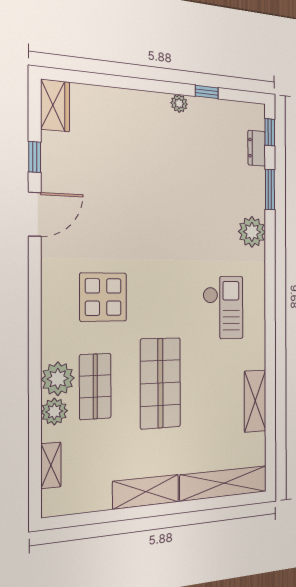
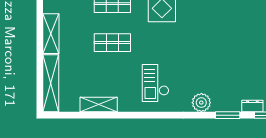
checkout: (223, 308) -> (155, 83), turned 90
shop shelf: (160, 383) -> (112, 43), width x0.70, depth x0.74

